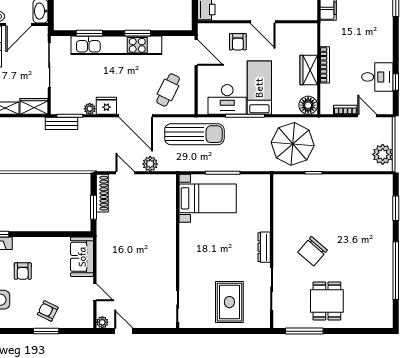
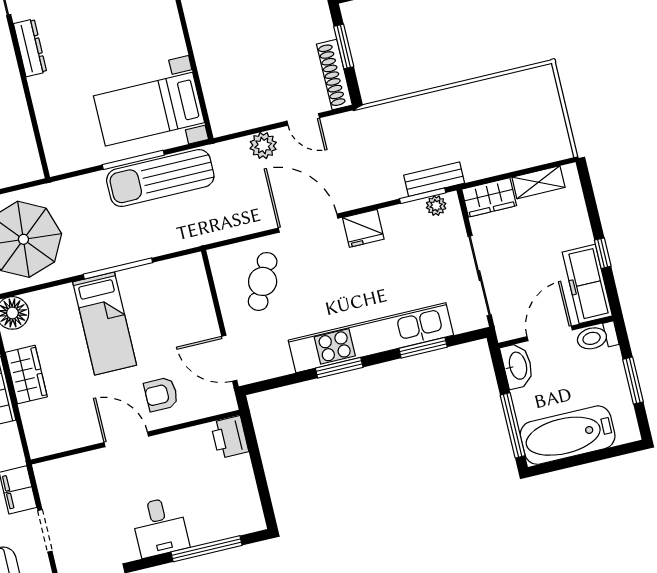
armchair: (238, 42) -> (161, 394), turned -90
desk: (227, 99) -> (156, 290), removed
plant: (90, 109) -> (436, 206), moved
sun lounger: (194, 134) -> (160, 178), moved

